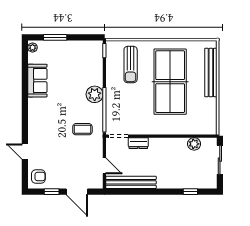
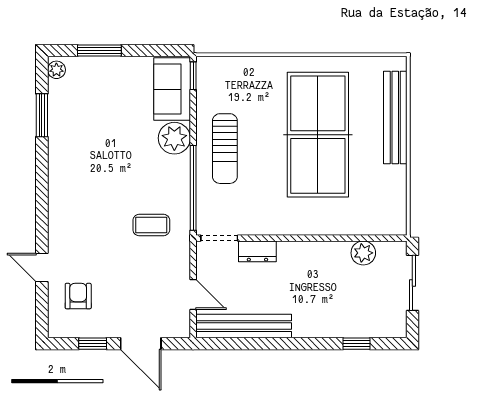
sun lounger: (131, 65) -> (225, 149), moved
window: (25, 71) -> (42, 115), added
sofa: (37, 81) -> (172, 89), moved, turned 180
plant: (95, 94) -> (174, 138), moved
armchair: (38, 177) -> (78, 296), moved, turned -90

